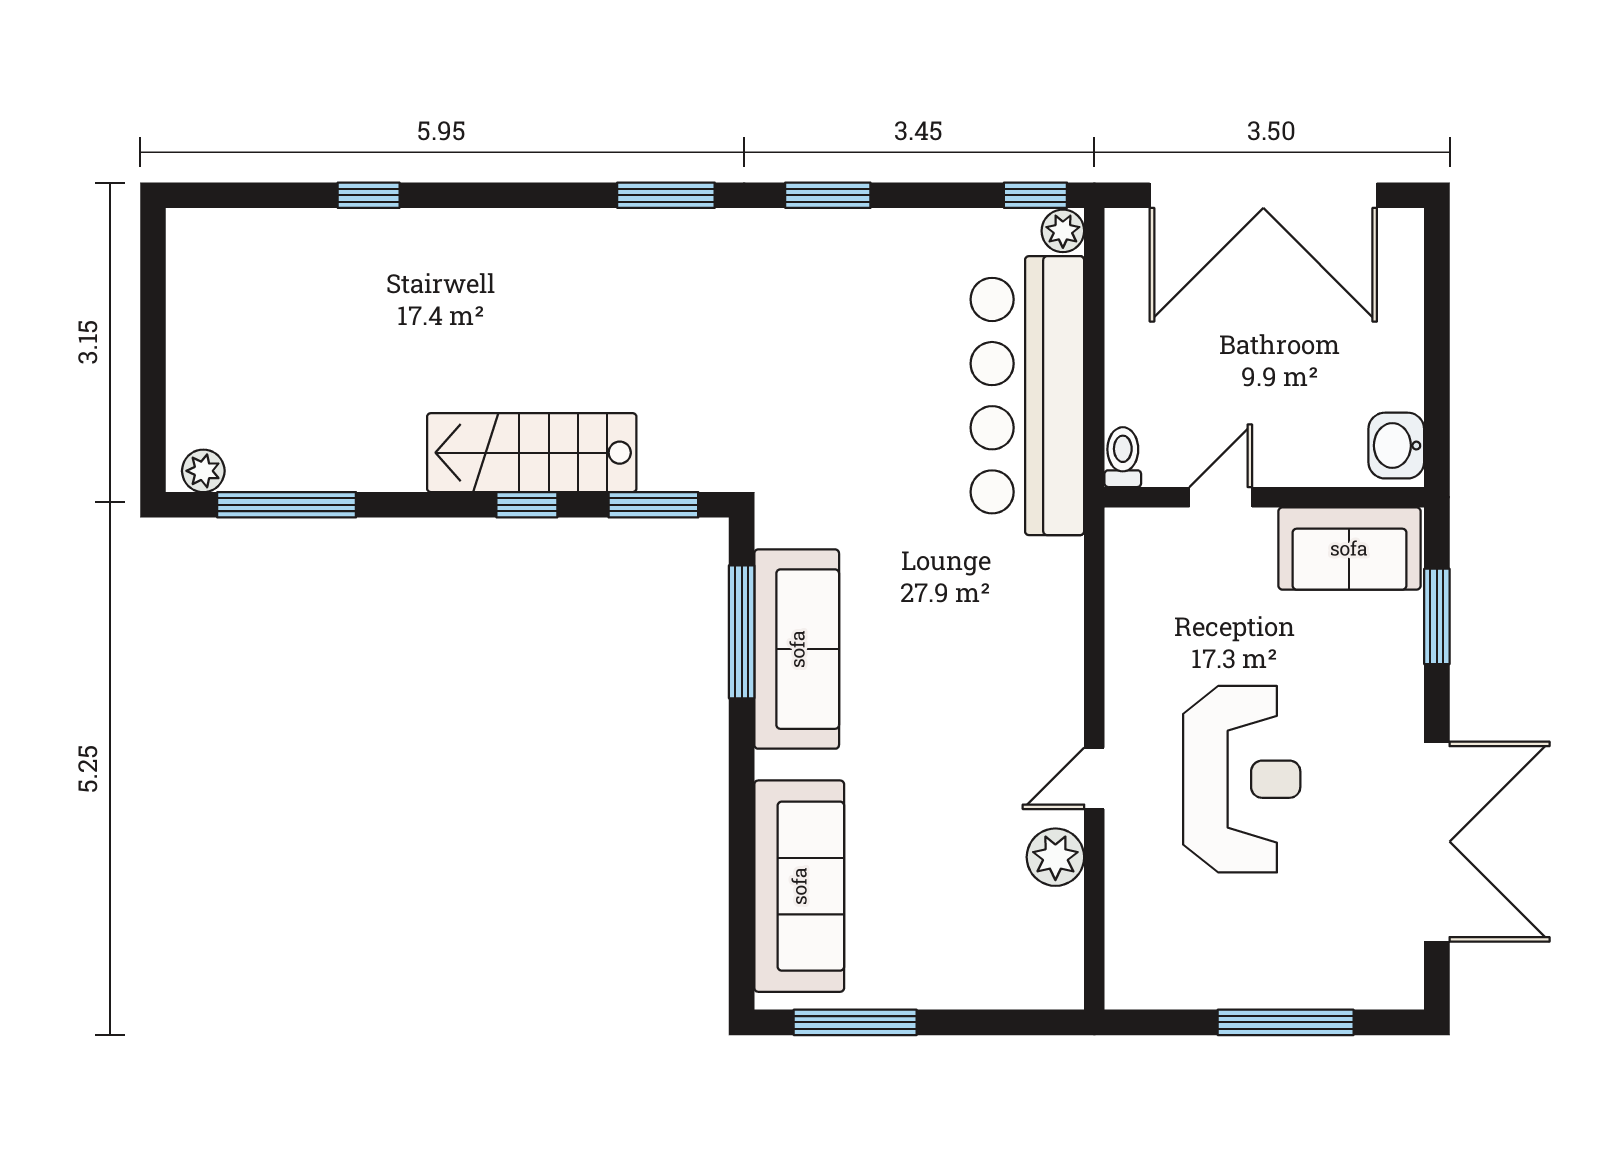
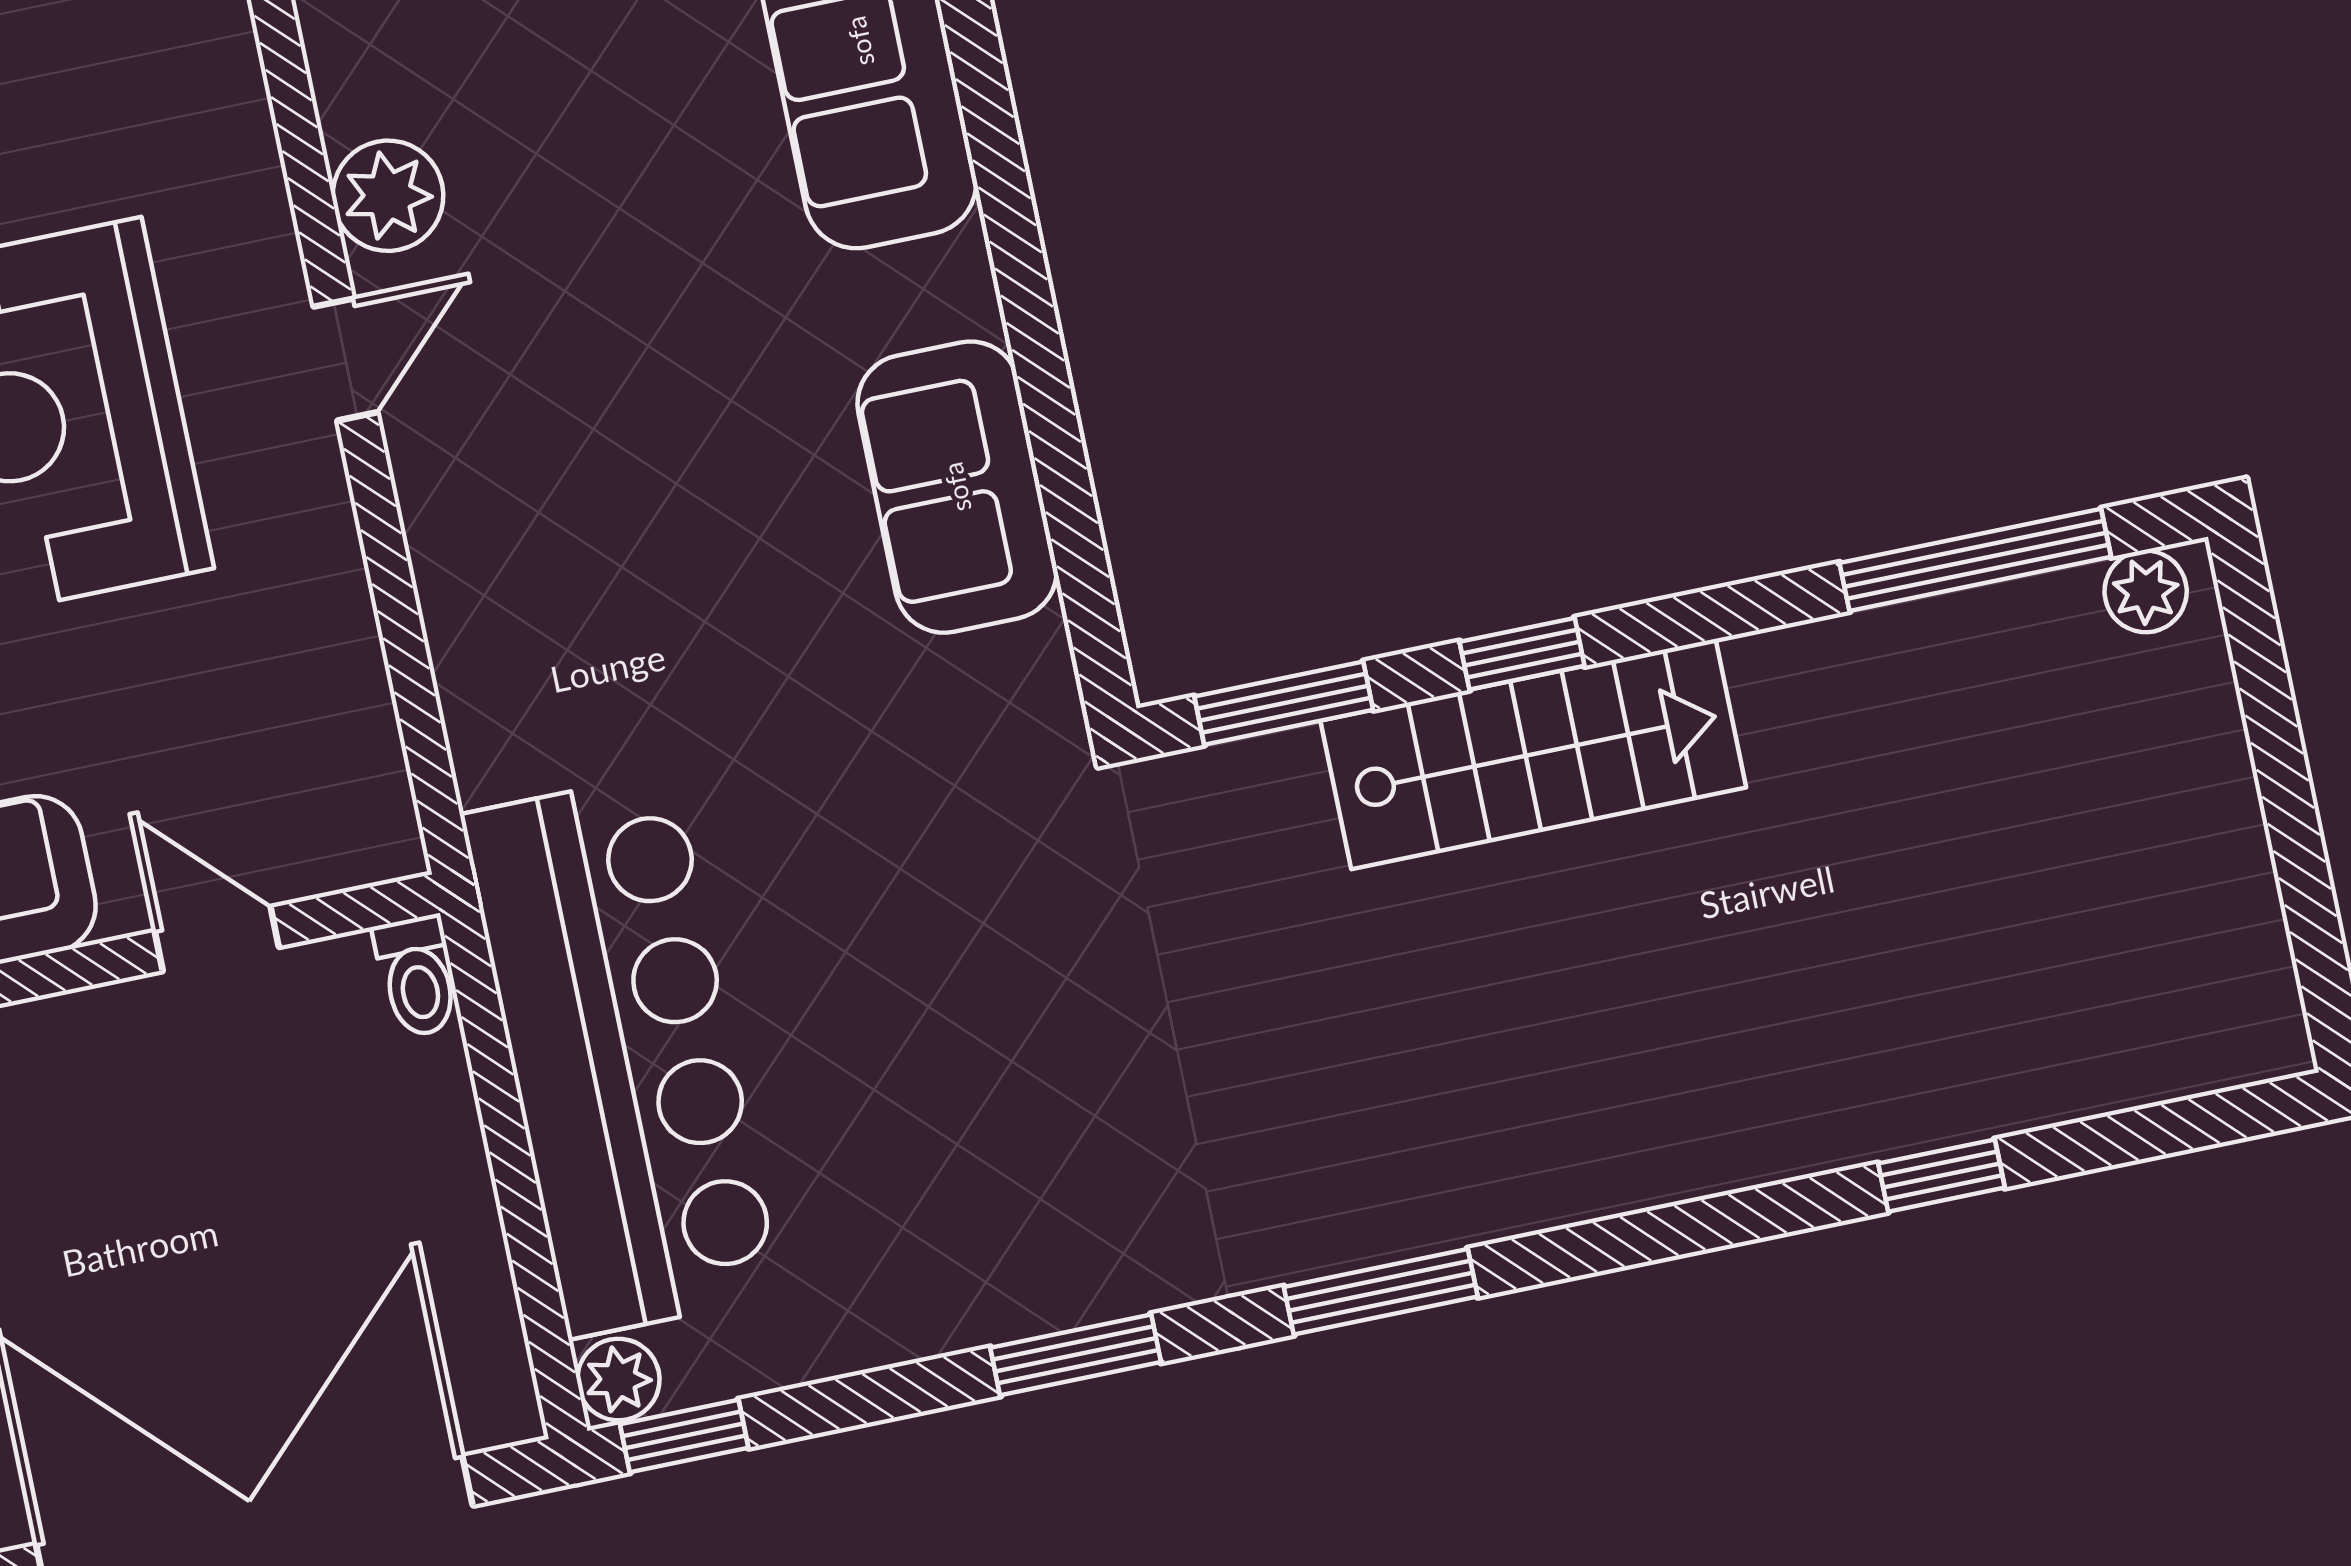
door: (1221, 497) -> (217, 939), swing flipped
window: (742, 632) -> (1068, 498), removed
sofa: (797, 649) -> (957, 487), width x0.73

